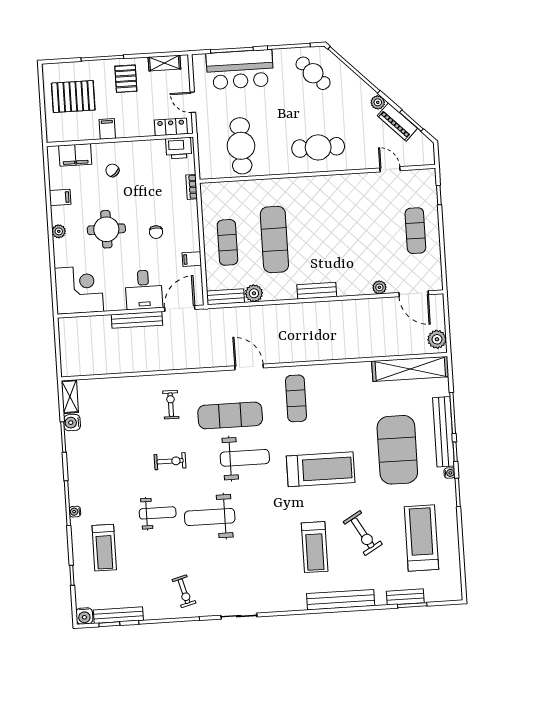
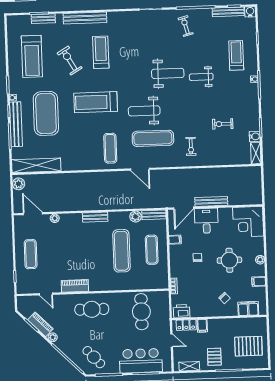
filing cabinet: (107, 129) -> (202, 326), moved
piano: (345, 183) -> (75, 286), added
exercise bike: (170, 461) -> (223, 124), moved

